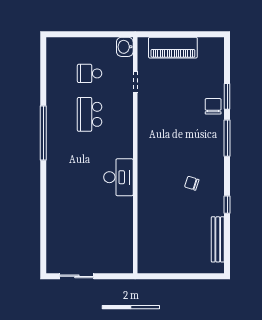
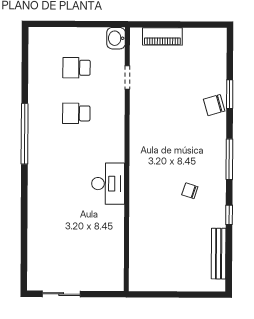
piano: (173, 48) -> (162, 36), width x0.73, depth x0.75
chair: (213, 106) -> (214, 105), turned -106
school desk: (90, 114) -> (76, 113), width x0.54
window: (227, 138) -> (229, 159), moved

